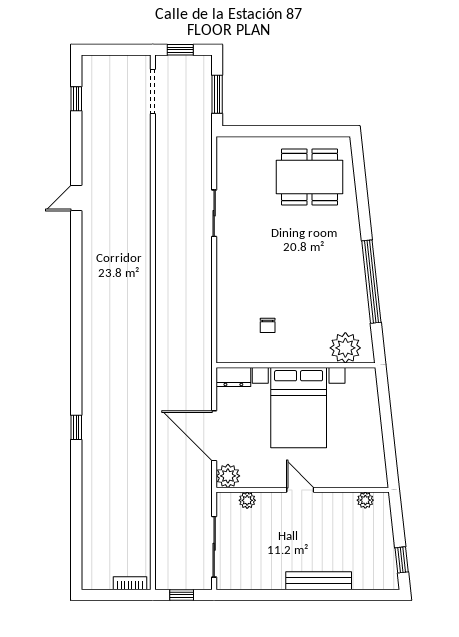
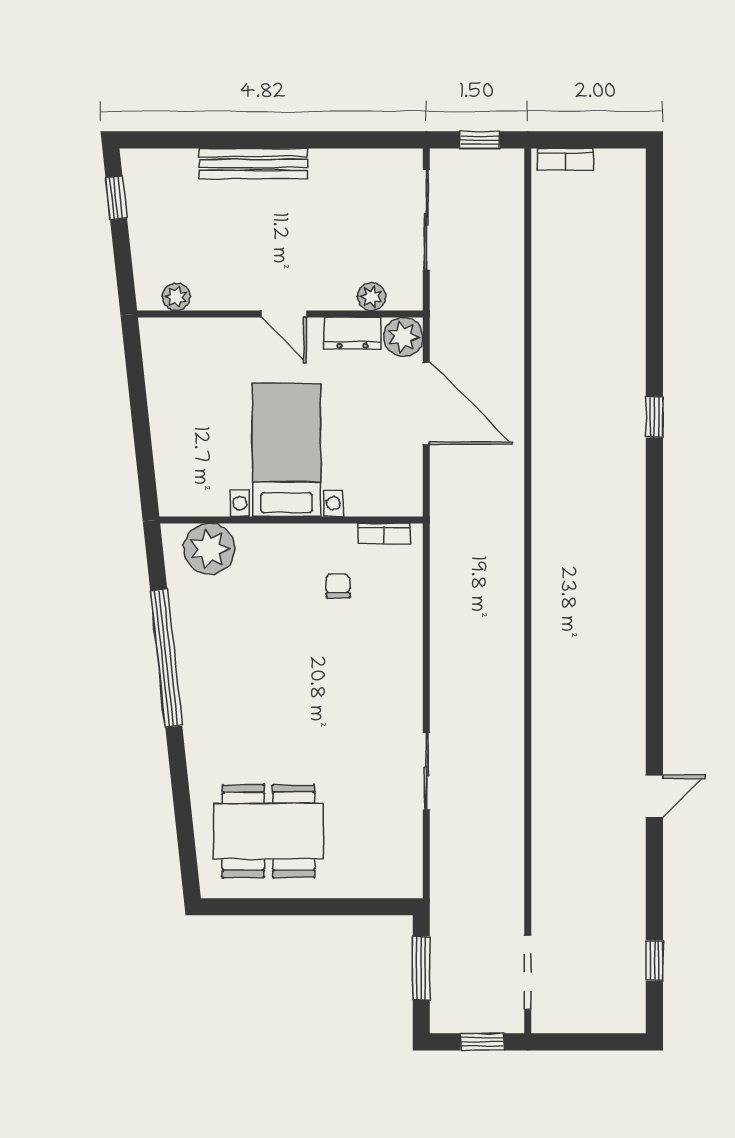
bookcase: (240, 357) -> (384, 534), added
dresser: (233, 377) -> (352, 333), moved, turned 180
bed with nightstands: (299, 408) -> (287, 450), width x0.73

